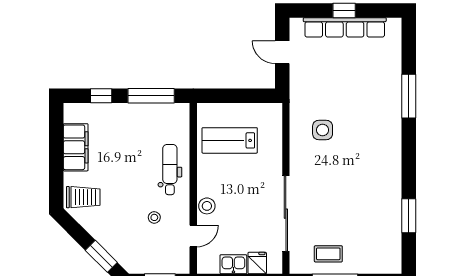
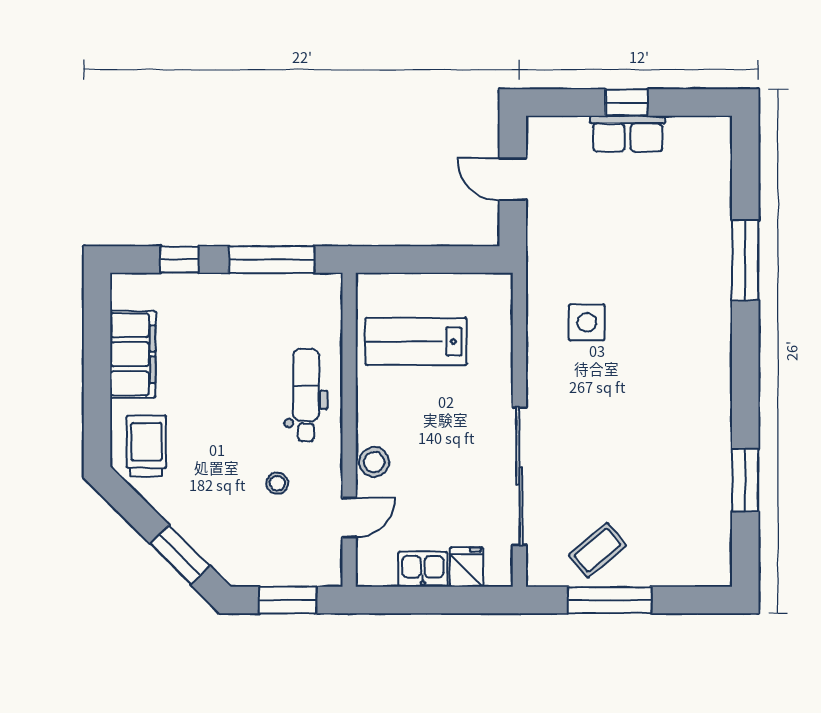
row of seats: (345, 27) -> (628, 134), width x0.50
trolley: (83, 197) -> (146, 446), turned -90
coffee table: (328, 254) -> (597, 550), turned -40

